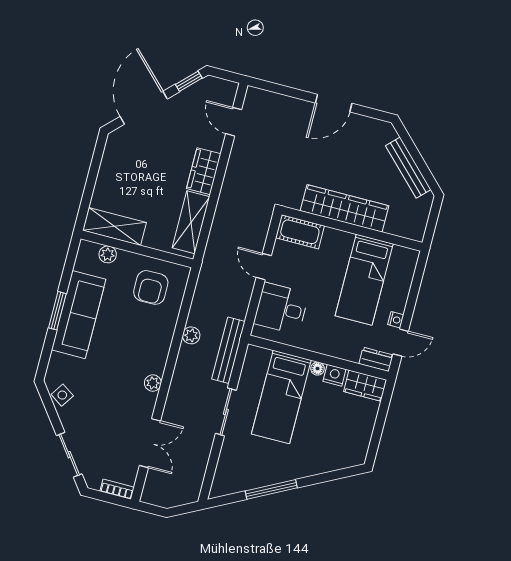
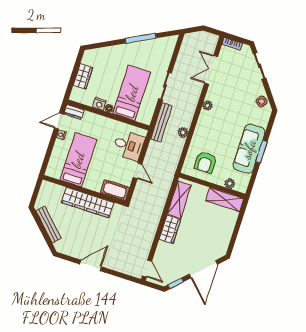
door: (234, 122) -> (147, 269), moved
armchair: (151, 287) -> (205, 162), turned 180
wardrobe: (365, 386) -> (83, 76), moved, turned 90

